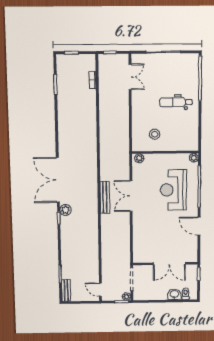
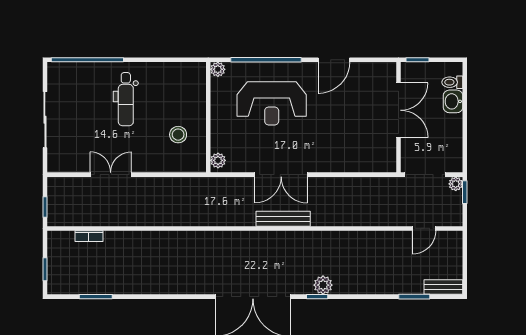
double door: (130, 77) -> (111, 175), moved
plant: (65, 210) -> (323, 285), moved
door: (100, 290) -> (424, 228), moved

